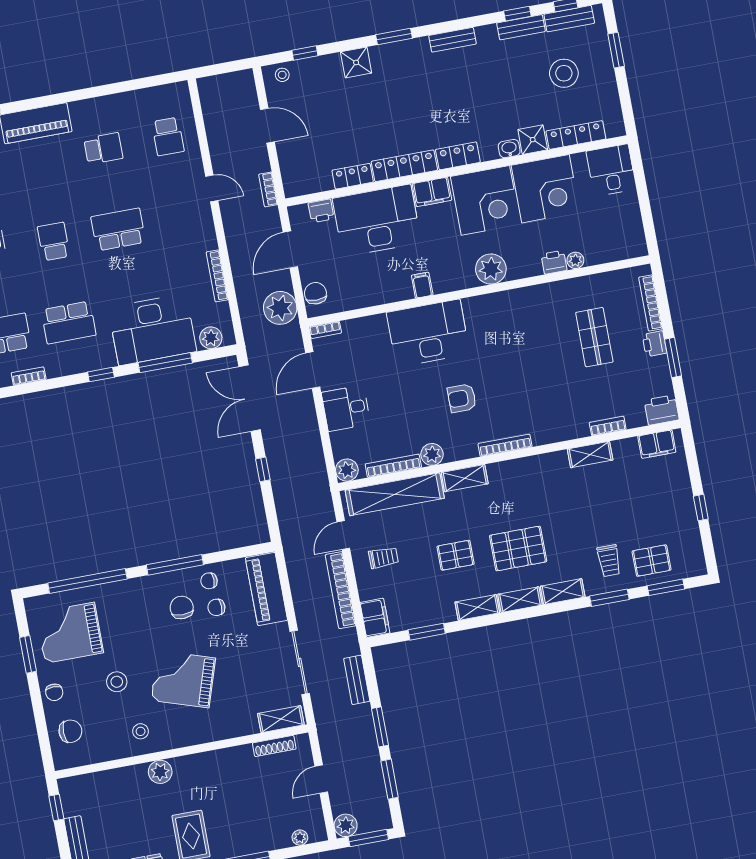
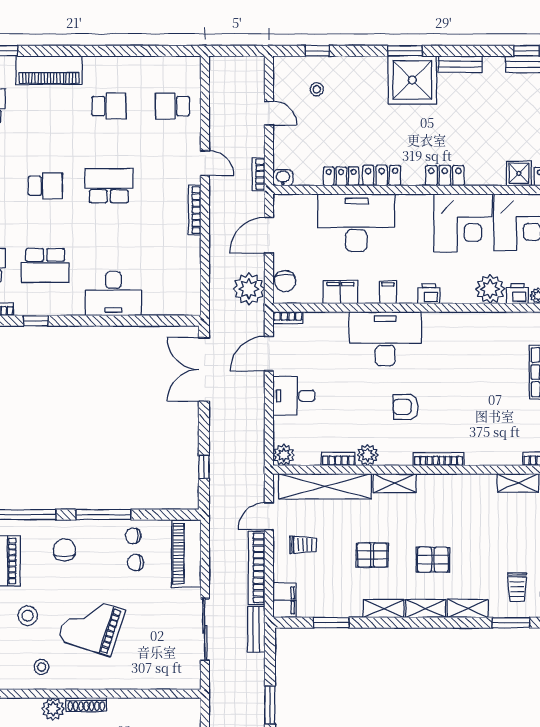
shower: (356, 62) -> (412, 80), moved, width x1.86, depth x1.86
stool: (282, 75) -> (317, 89), moved
door: (267, 126) -> (269, 113), width x0.73
school desk: (168, 136) -> (172, 106), turned 90
washbasin: (509, 149) -> (283, 178), moved
locker: (404, 166) -> (382, 176), width x0.66
filing cabinet: (432, 192) -> (340, 292), moved, turned 180
printer: (321, 211) -> (429, 294), moved, turned 180
school desk: (54, 241) -> (45, 186), turned 90
plant: (491, 269) -> (490, 289), moved
bookcase: (217, 276) -> (195, 210), moved
chair: (315, 293) -> (285, 281), turned 180
desk: (152, 330) -> (113, 294), width x0.73, depth x0.77
plant: (211, 338) -> (178, 305), removed
window: (165, 363) -> (130, 321), removed
window: (101, 375) -> (36, 321), moved
bookcase: (393, 466) -> (338, 459), width x0.64
window: (263, 469) -> (204, 467), moved
pallet: (518, 549) -> (433, 560), width x0.67, depth x0.71
chair: (182, 607) -> (64, 550), moved
bench: (357, 680) -> (256, 629), moved
shelving: (281, 719) -> (177, 680), removed
shoe rack: (274, 746) -> (86, 704), moved

